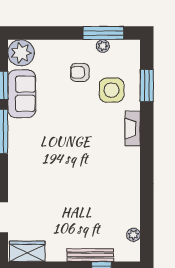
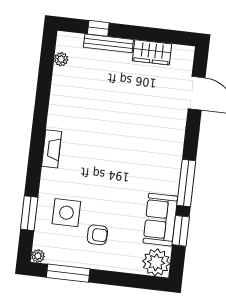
plant: (103, 46) -> (38, 256), moved
fireplace: (133, 128) -> (52, 149), moved
wardrobe: (27, 251) -> (152, 52), moved

